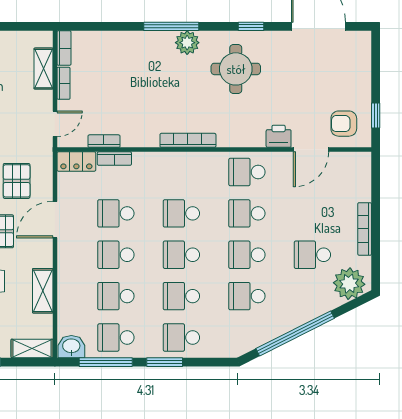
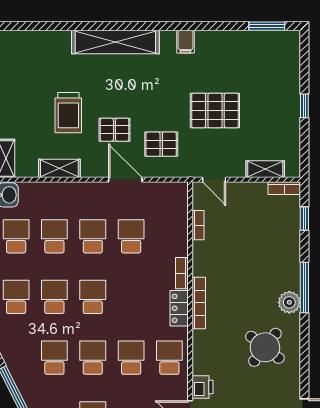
window: (251, 26) -> (304, 219), moved
round table: (236, 69) -> (265, 347), turned 38
bookcase: (63, 83) -> (252, 188), removed
bookcase: (114, 159) -> (182, 273), moved
locker: (76, 162) -> (179, 308), moved
school desk: (181, 213) -> (131, 297), removed

